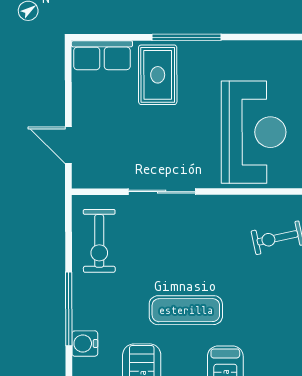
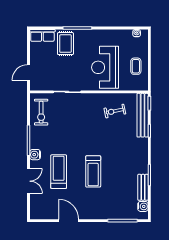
reception desk: (254, 132) -> (105, 67), turned 180
door: (68, 145) -> (28, 73), hinge flipped
exercise mat: (186, 310) -> (77, 141), removed

